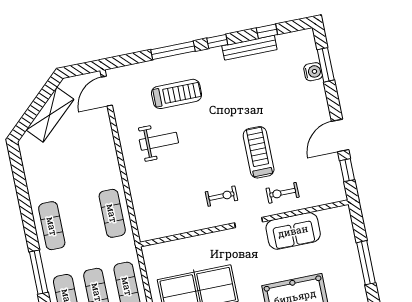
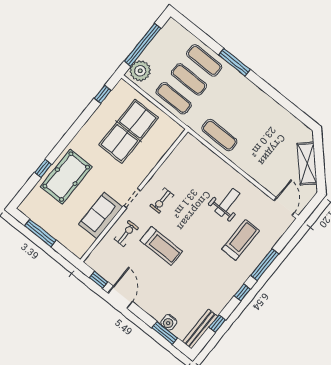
bench: (249, 48) -> (200, 329), moved
treadmill: (177, 94) -> (241, 240), turned 180
weight bench: (159, 141) -> (227, 202), turned 180
exercise mat: (52, 226) -> (250, 97), removed

